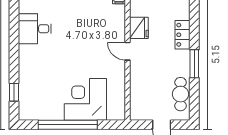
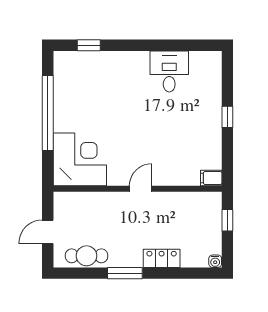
fridge: (139, 28) -> (170, 203), removed
corner desk: (85, 99) -> (80, 159), moved

